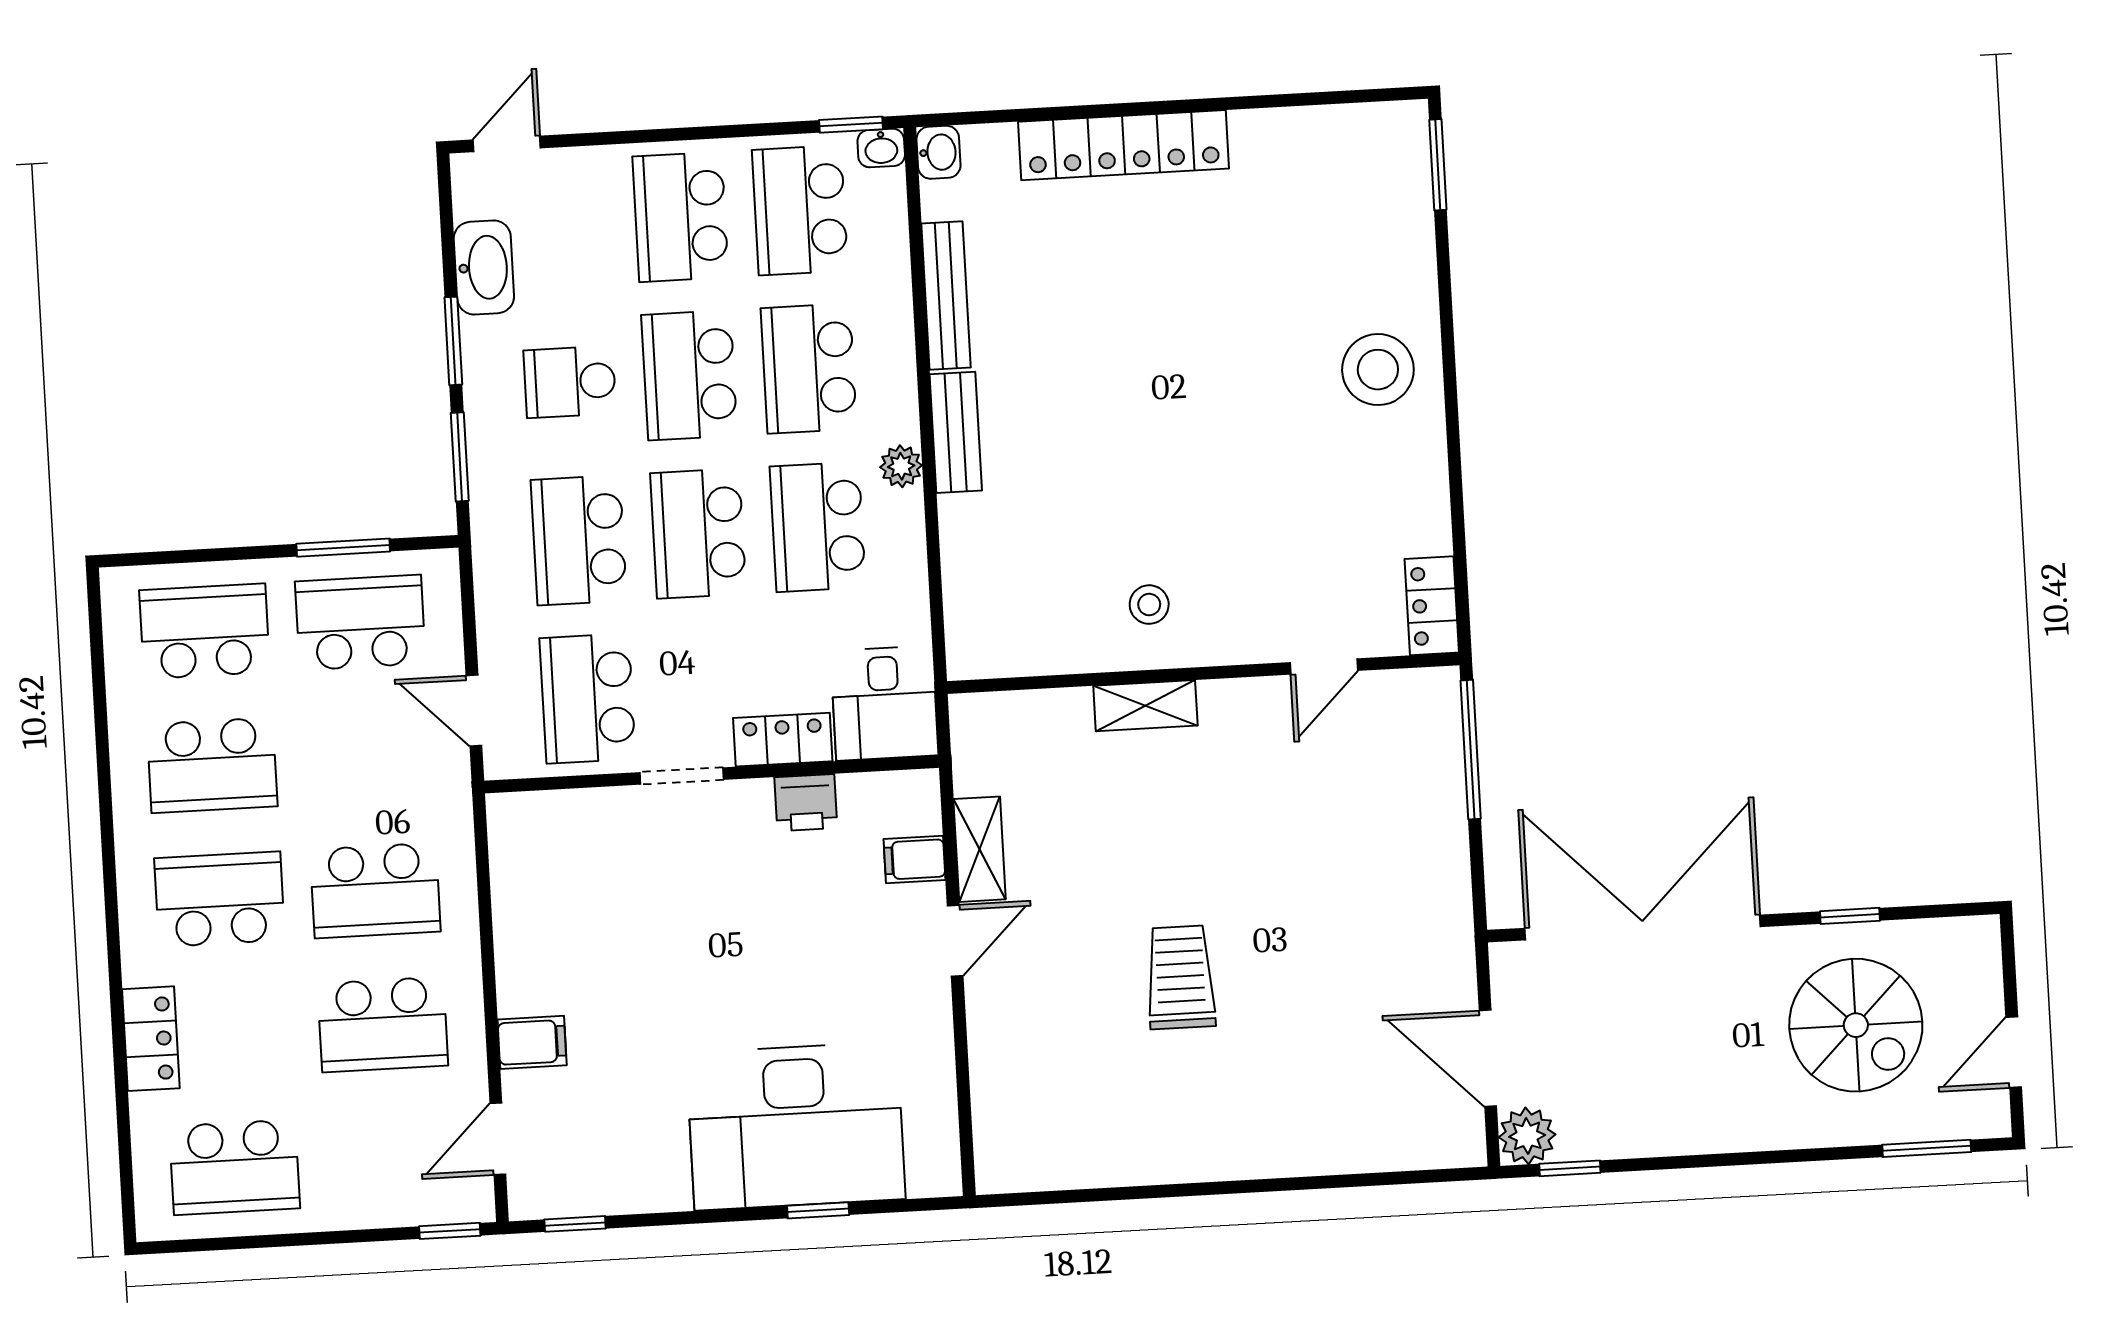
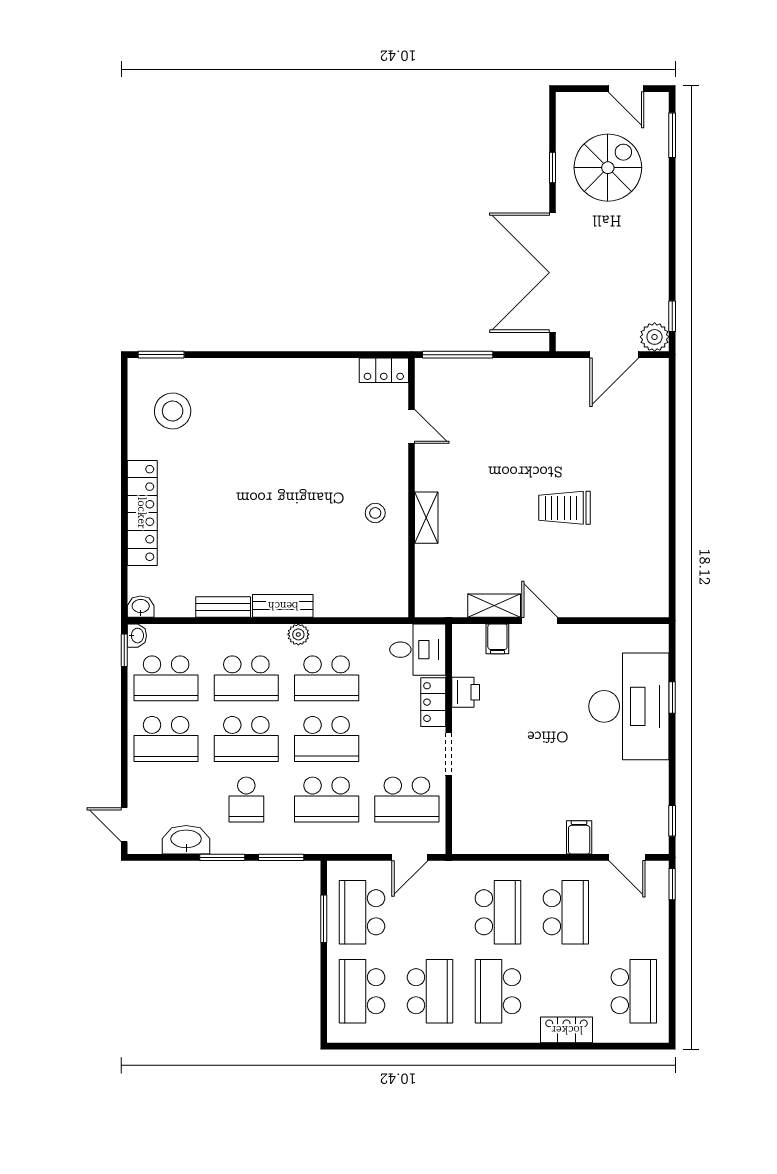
bench: (946, 296) -> (223, 607), width x0.73
stool: (1378, 370) -> (173, 411), moved

